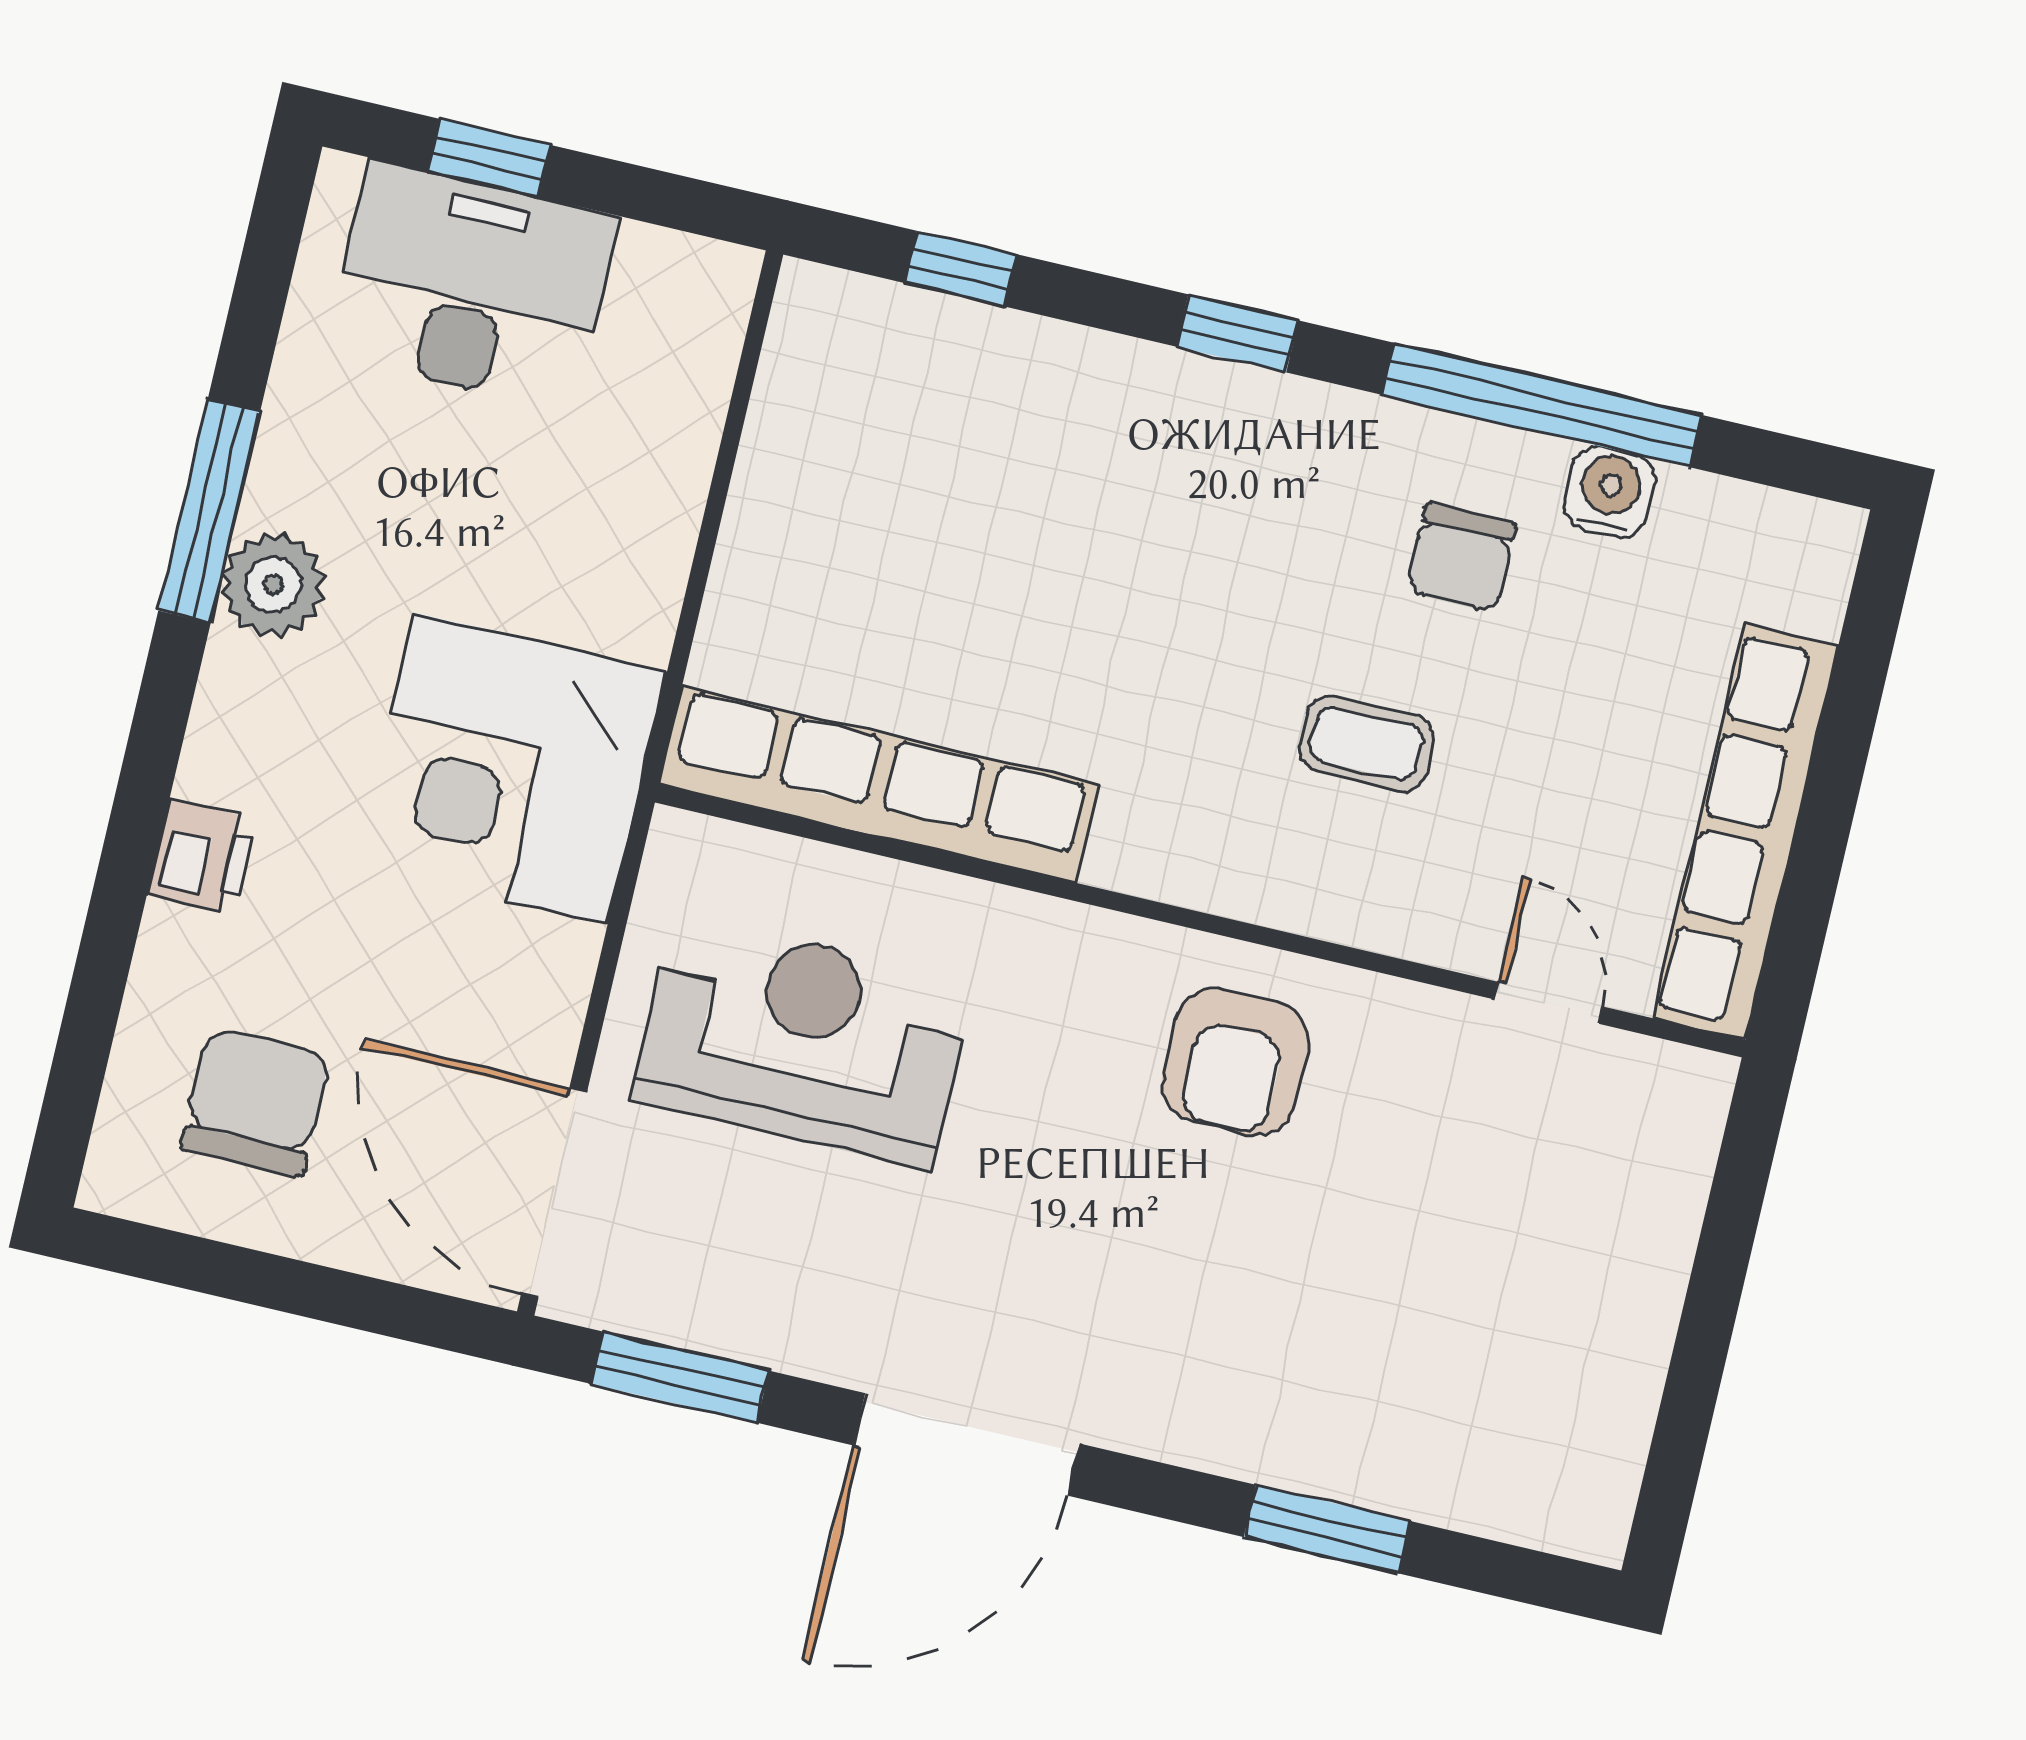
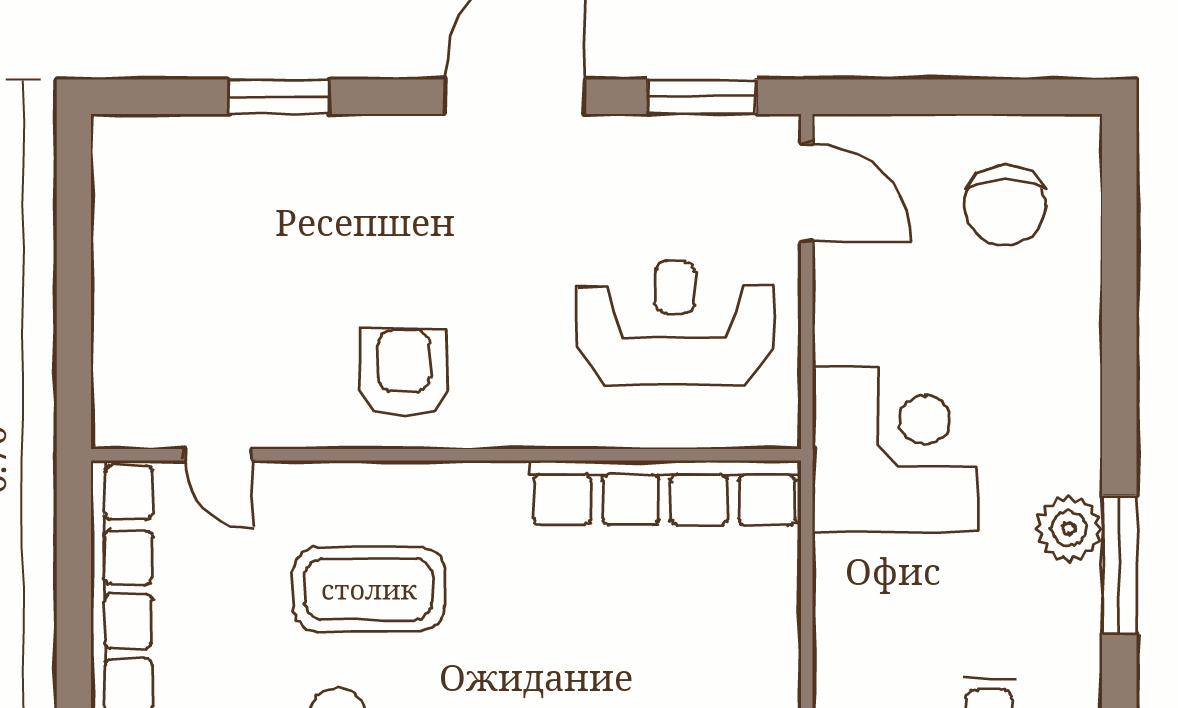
coffee table: (1367, 744) -> (369, 589), width x1.86, depth x1.72
printer: (202, 857) -> (1074, 349), removed
reception desk: (802, 1041) -> (675, 323), turned 180
door: (554, 1193) -> (807, 193), width x0.73

